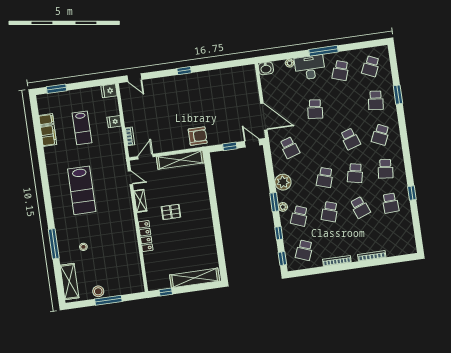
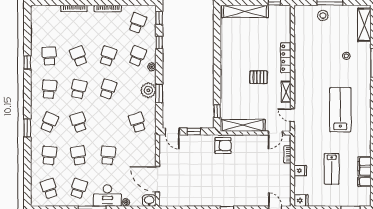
school desk: (371, 66) -> (49, 188), turned -42
window: (398, 95) -> (27, 128), moved
school desk: (345, 105) -> (79, 155), added
door: (264, 117) -> (158, 179), moved
lab bench: (82, 128) -> (332, 169), turned 180
armchair: (198, 136) -> (223, 146), turned 180
window: (209, 171) -> (217, 111), added
window: (274, 202) -> (159, 94), moved
stool: (98, 291) -> (323, 16), moved

